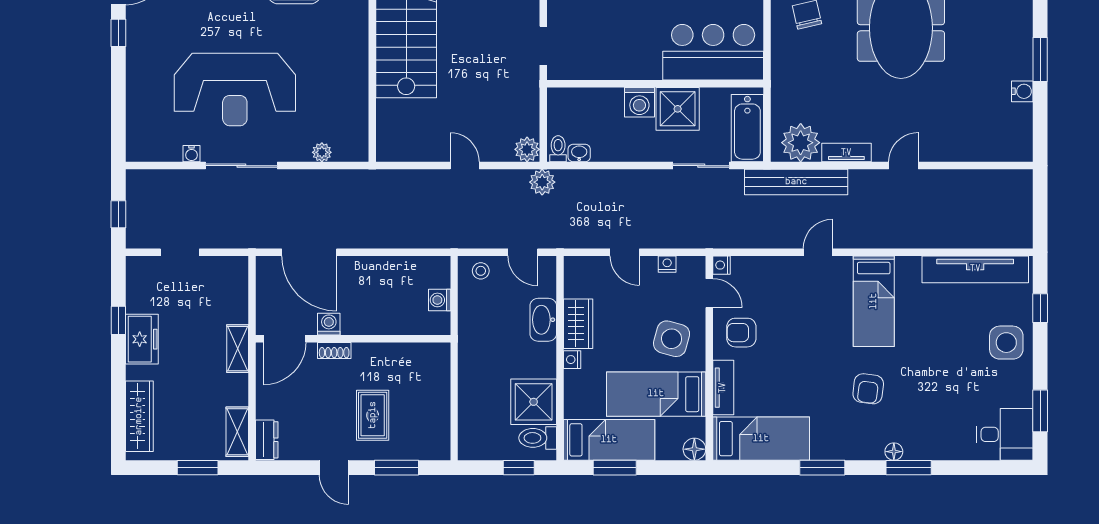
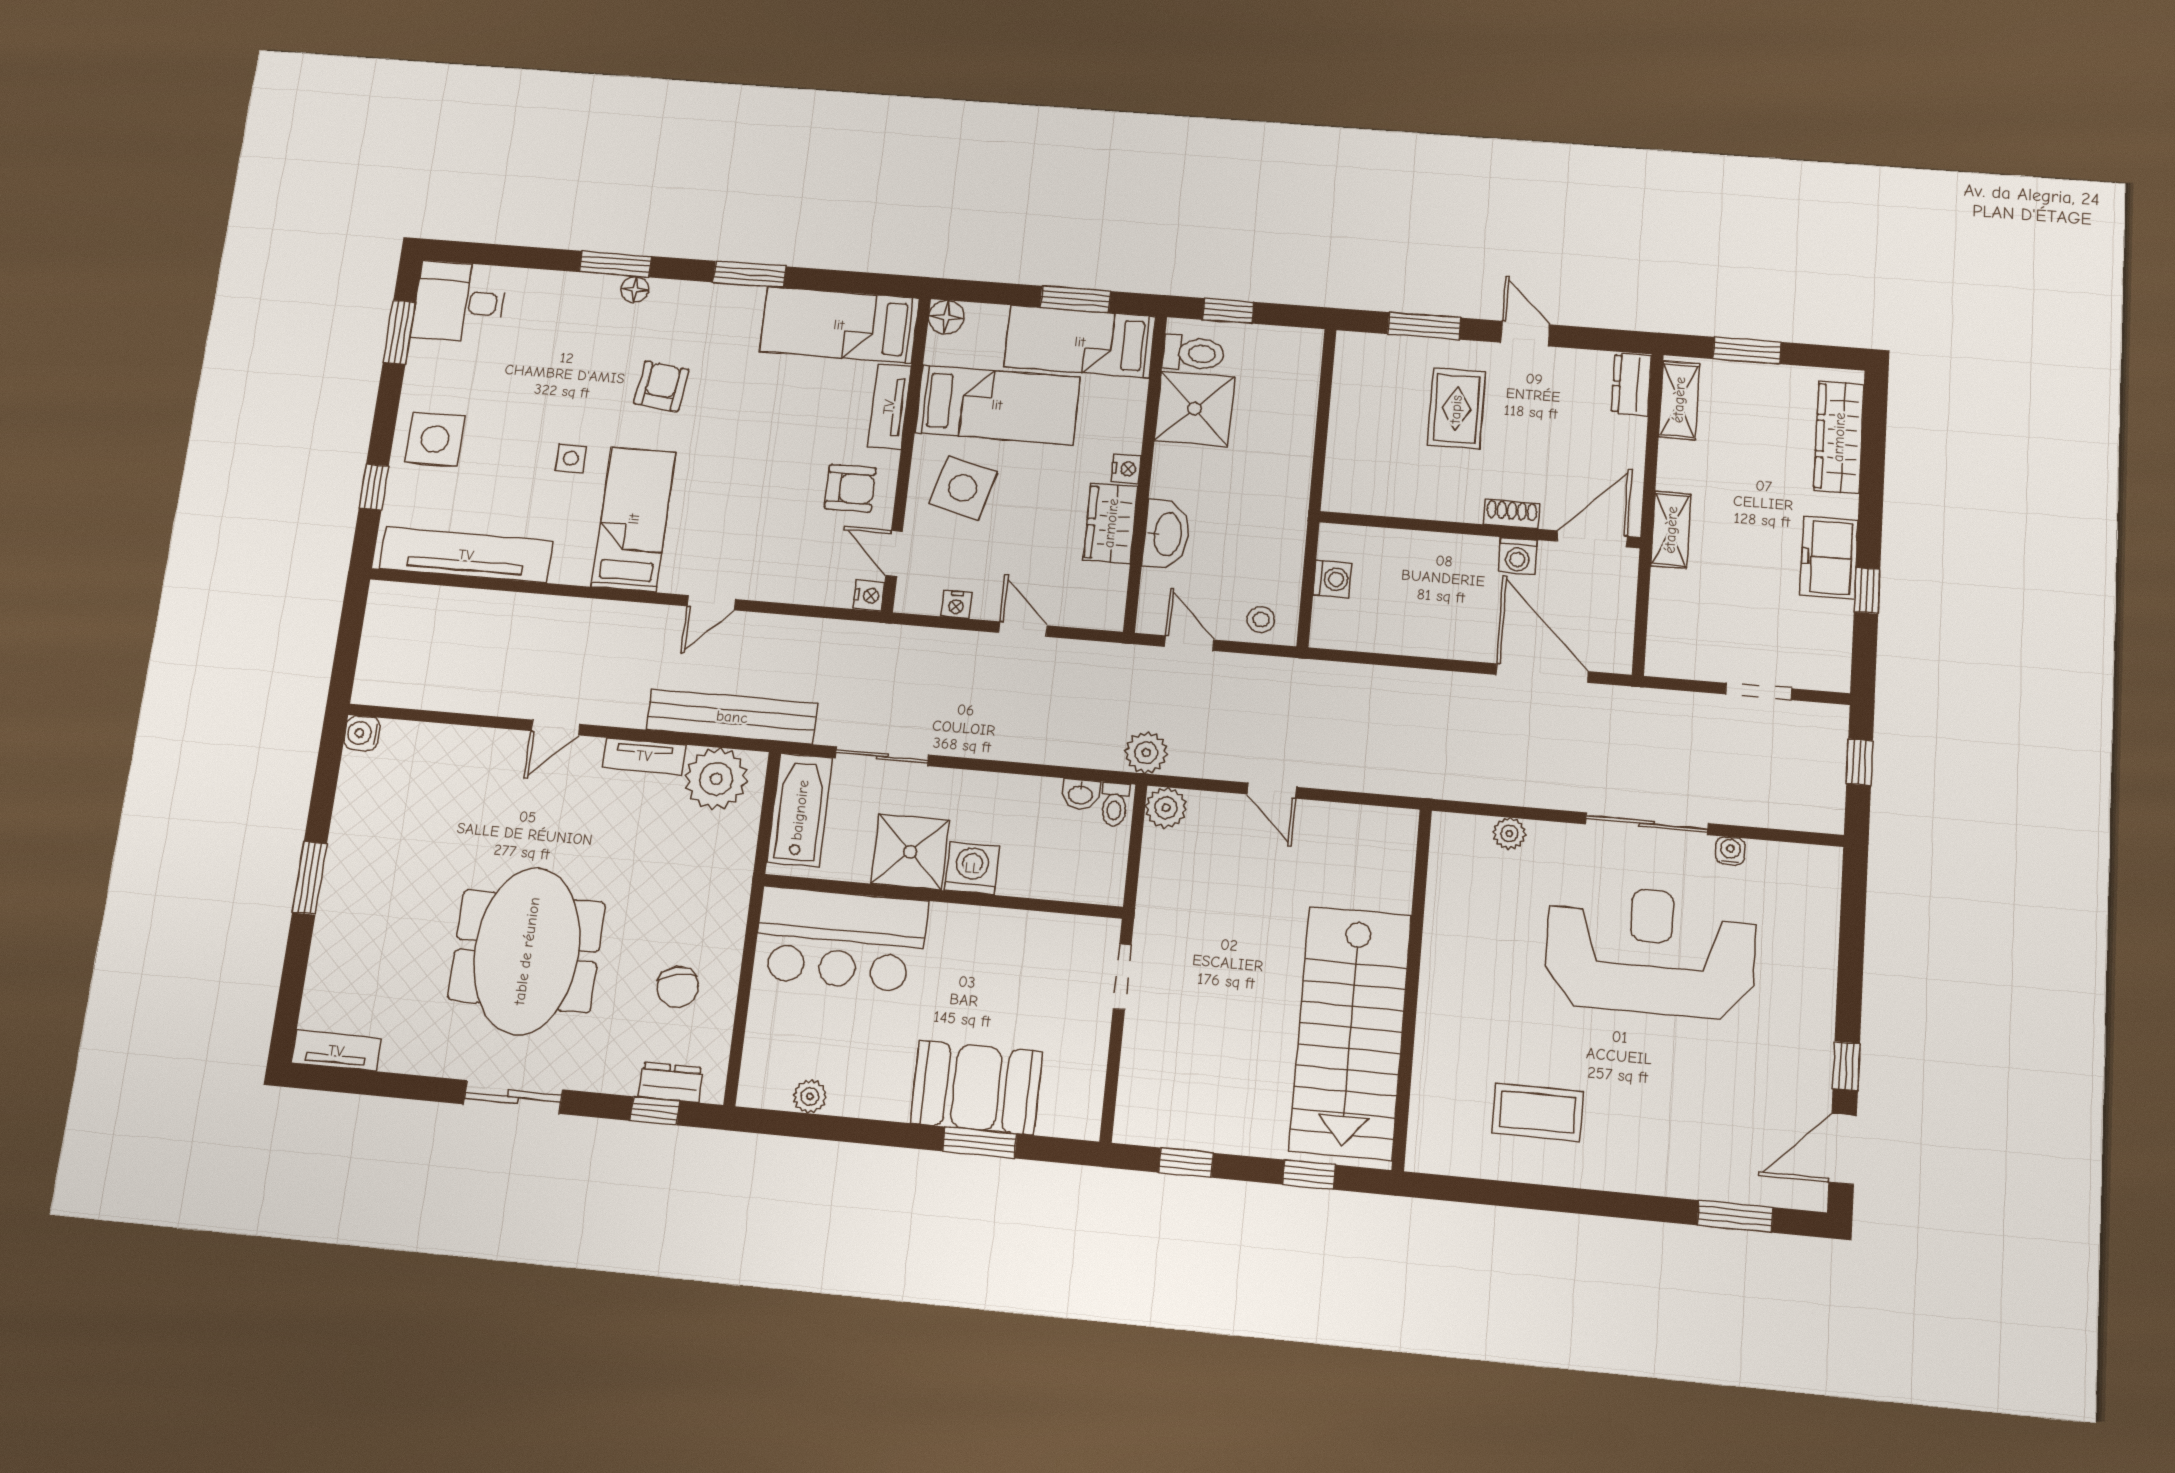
water cooler: (1022, 91) -> (362, 733), moved
side table: (919, 337) -> (571, 458), added

